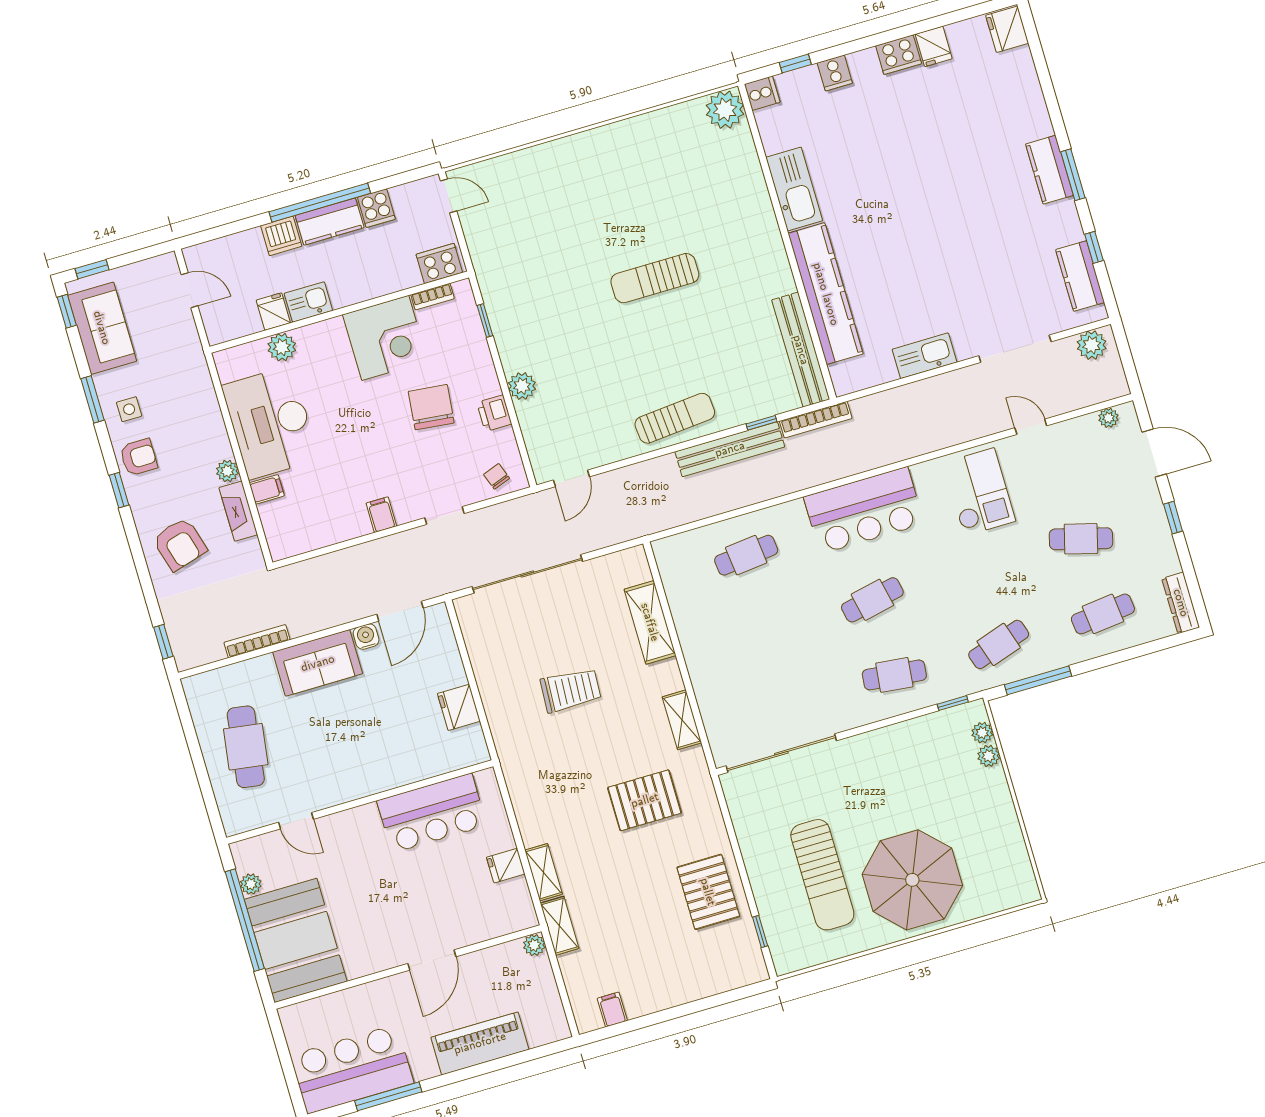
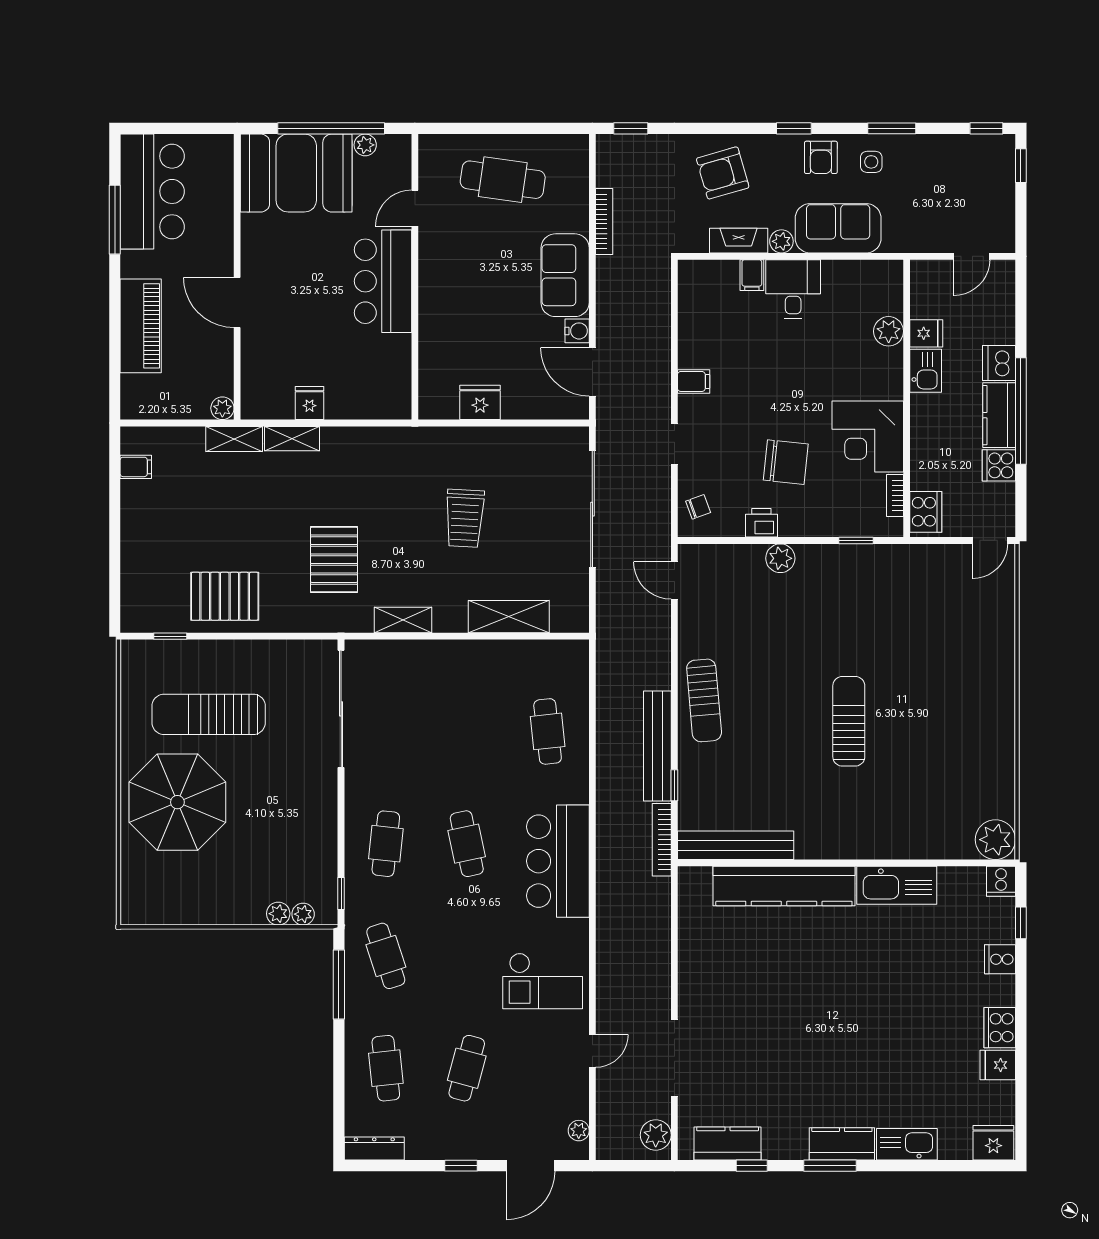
sofa: (102, 328) -> (838, 228), moved, turned 180
kitchen sink: (924, 356) -> (907, 1144), moved, turned -90
desk: (270, 423) -> (793, 289), width x0.53, depth x0.77
bar counter: (432, 813) -> (383, 281), moved

